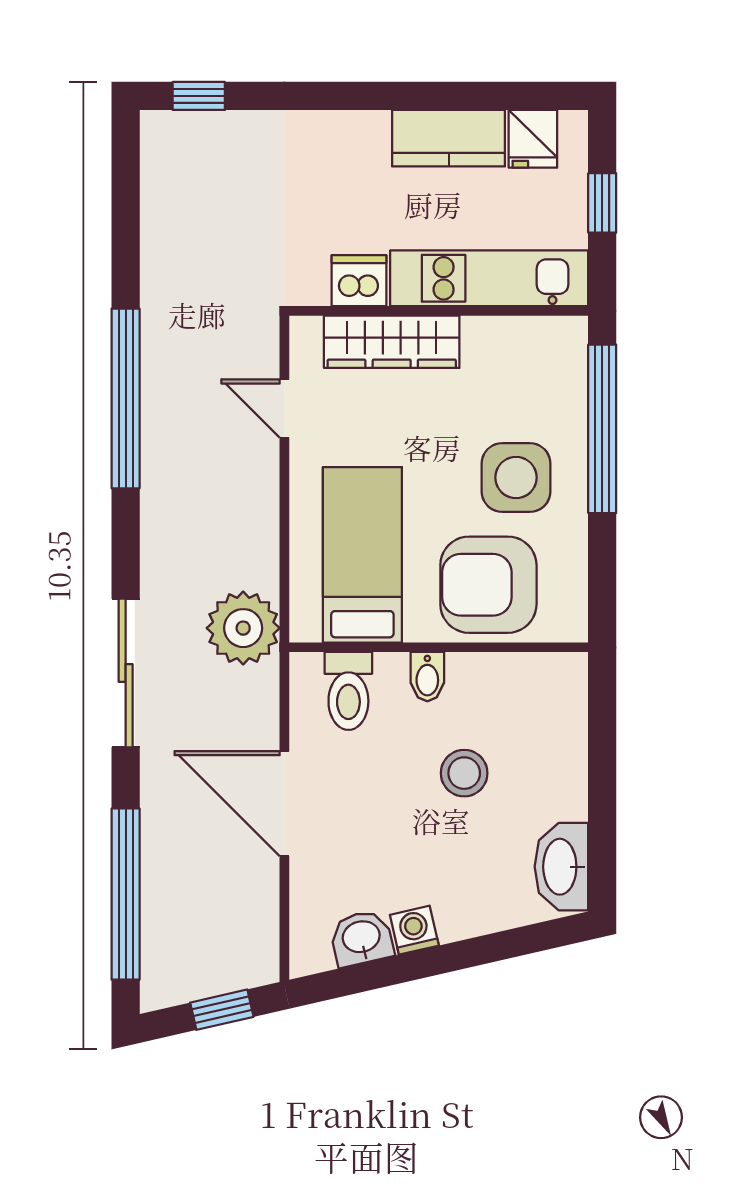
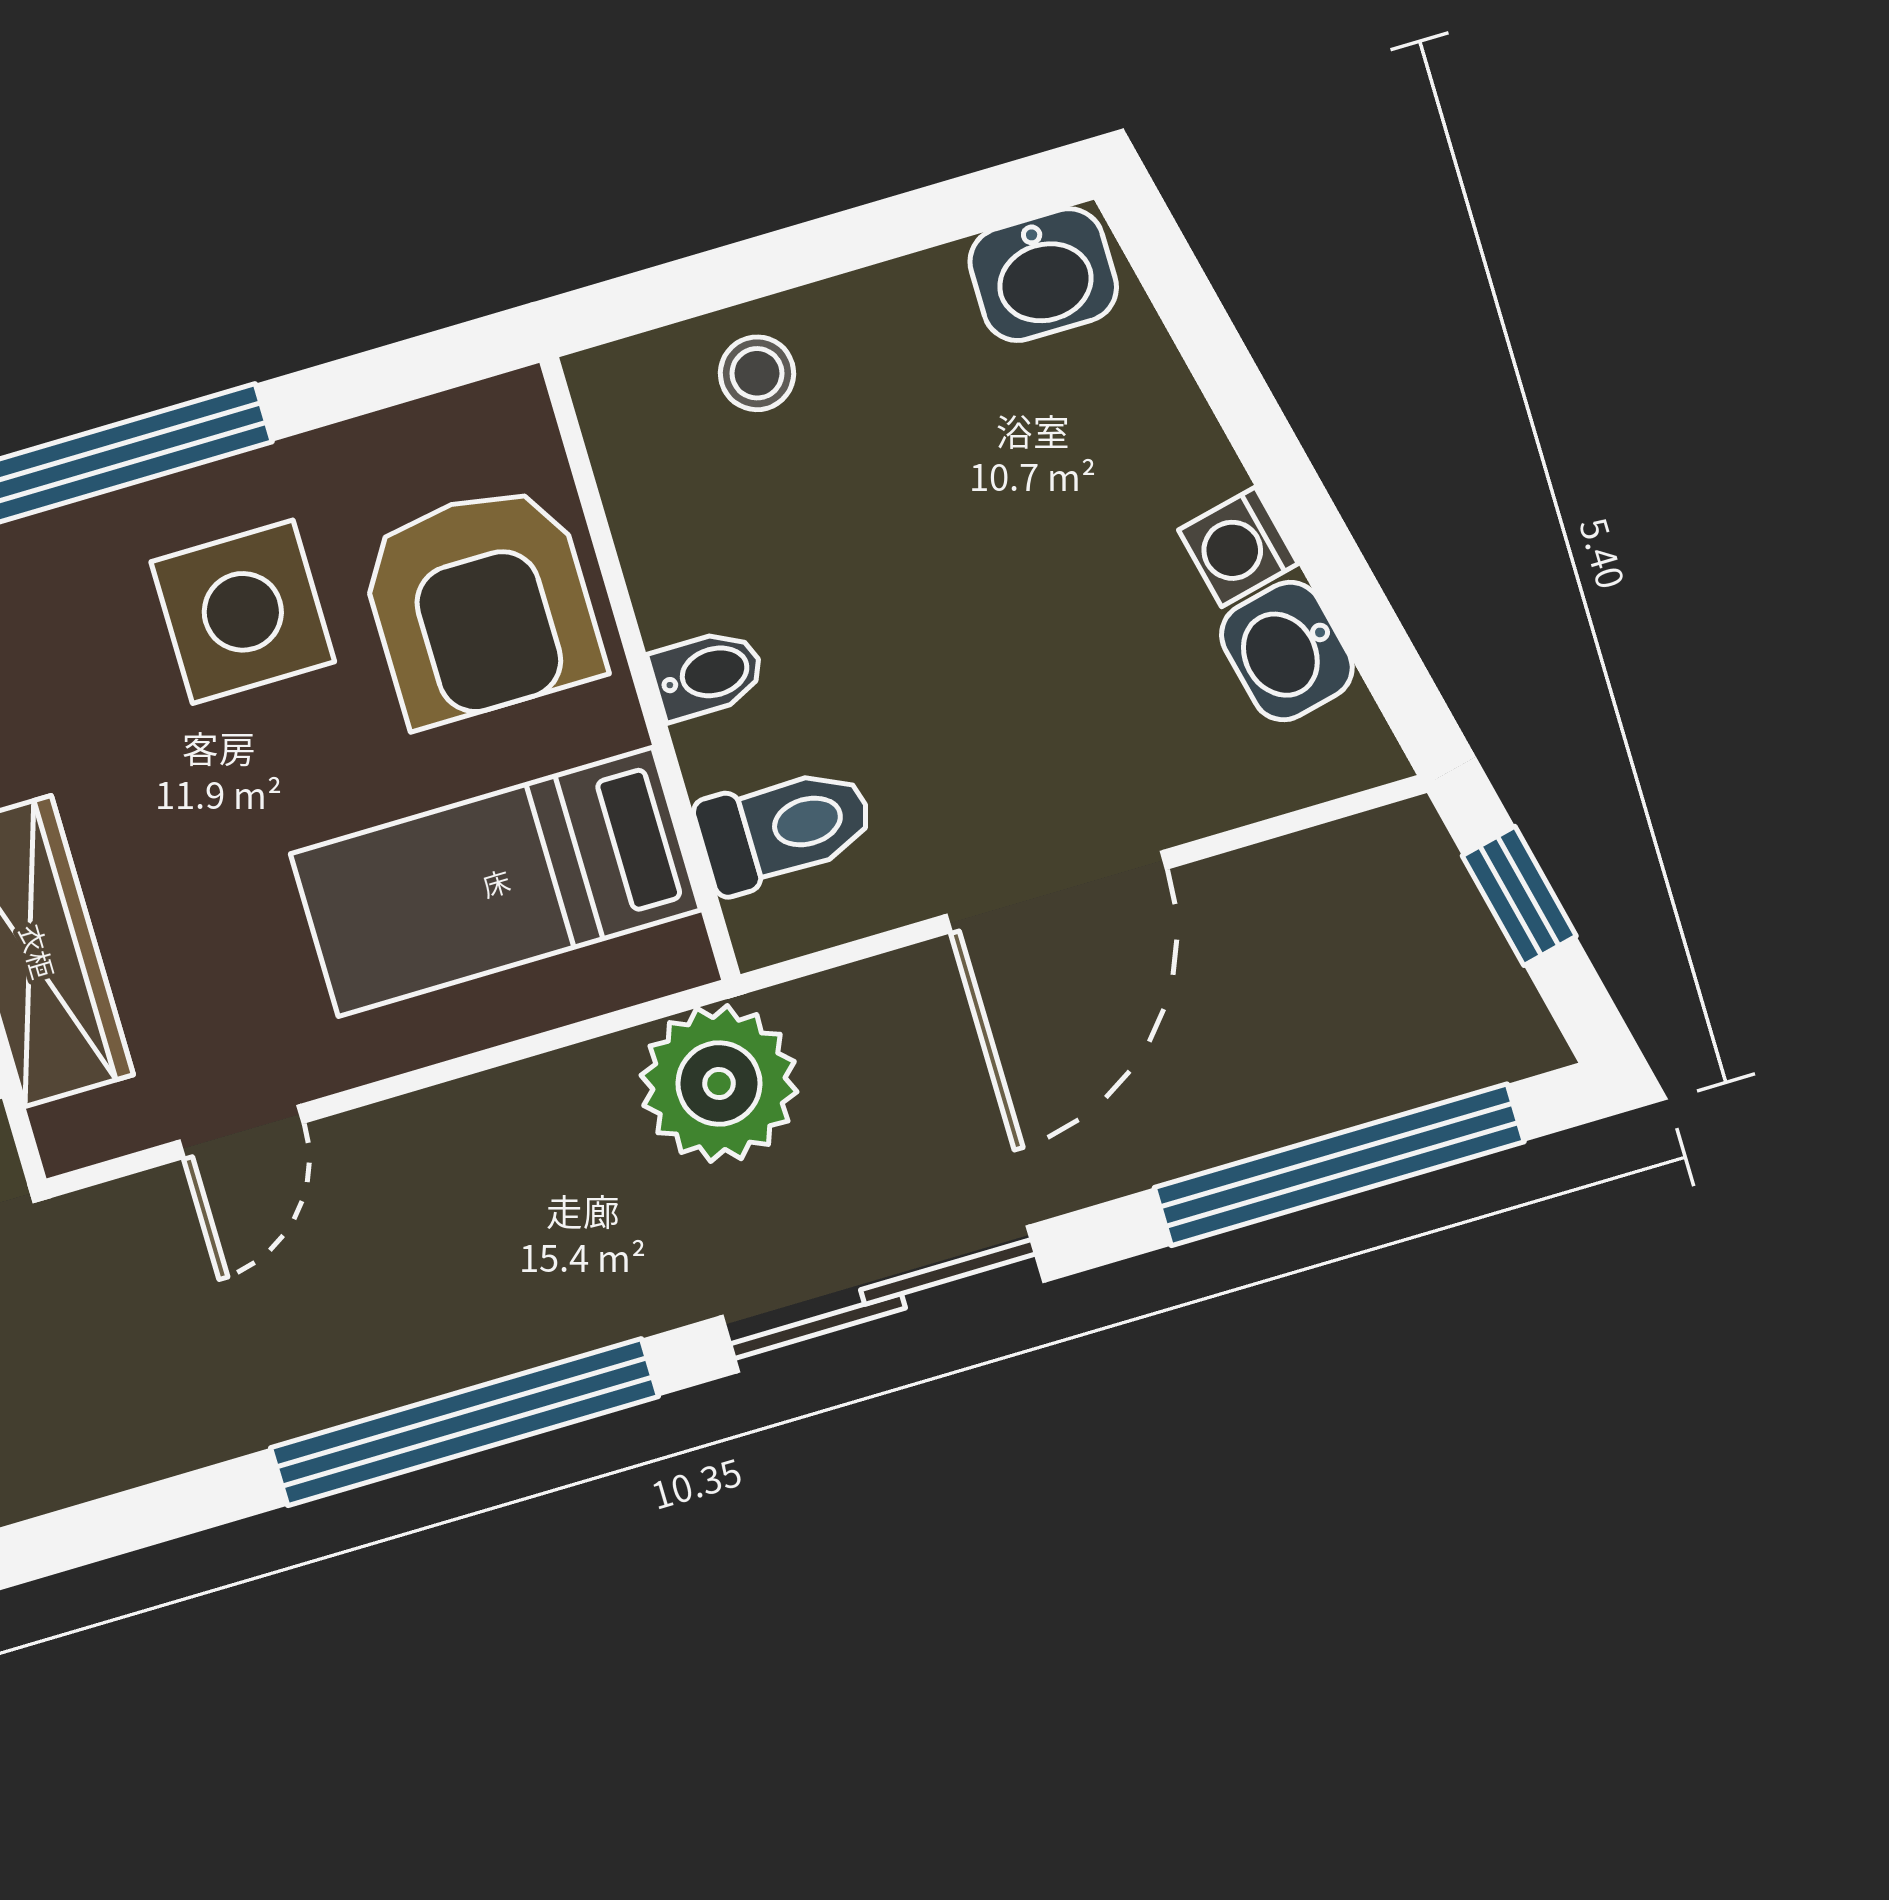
window: (126, 398) -> (465, 1422), moved
stool: (464, 773) -> (757, 373), moved, width x0.73, depth x0.73
washbasin: (561, 867) -> (1043, 275), width x0.72

